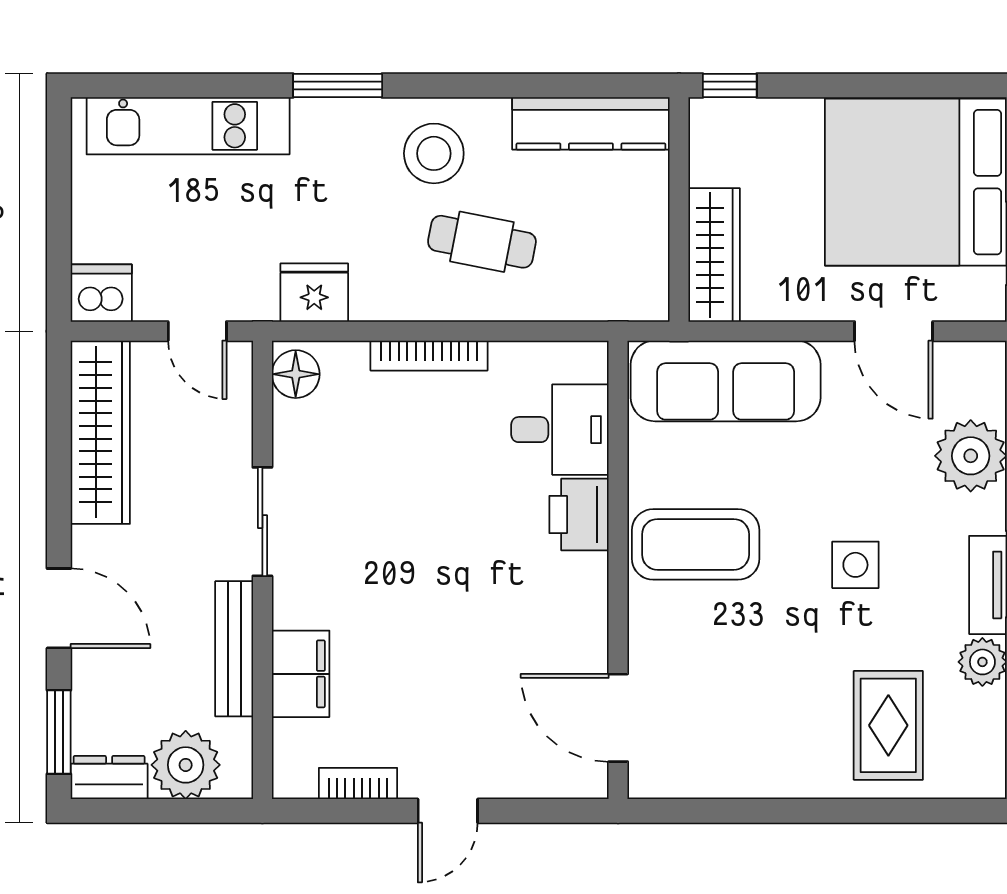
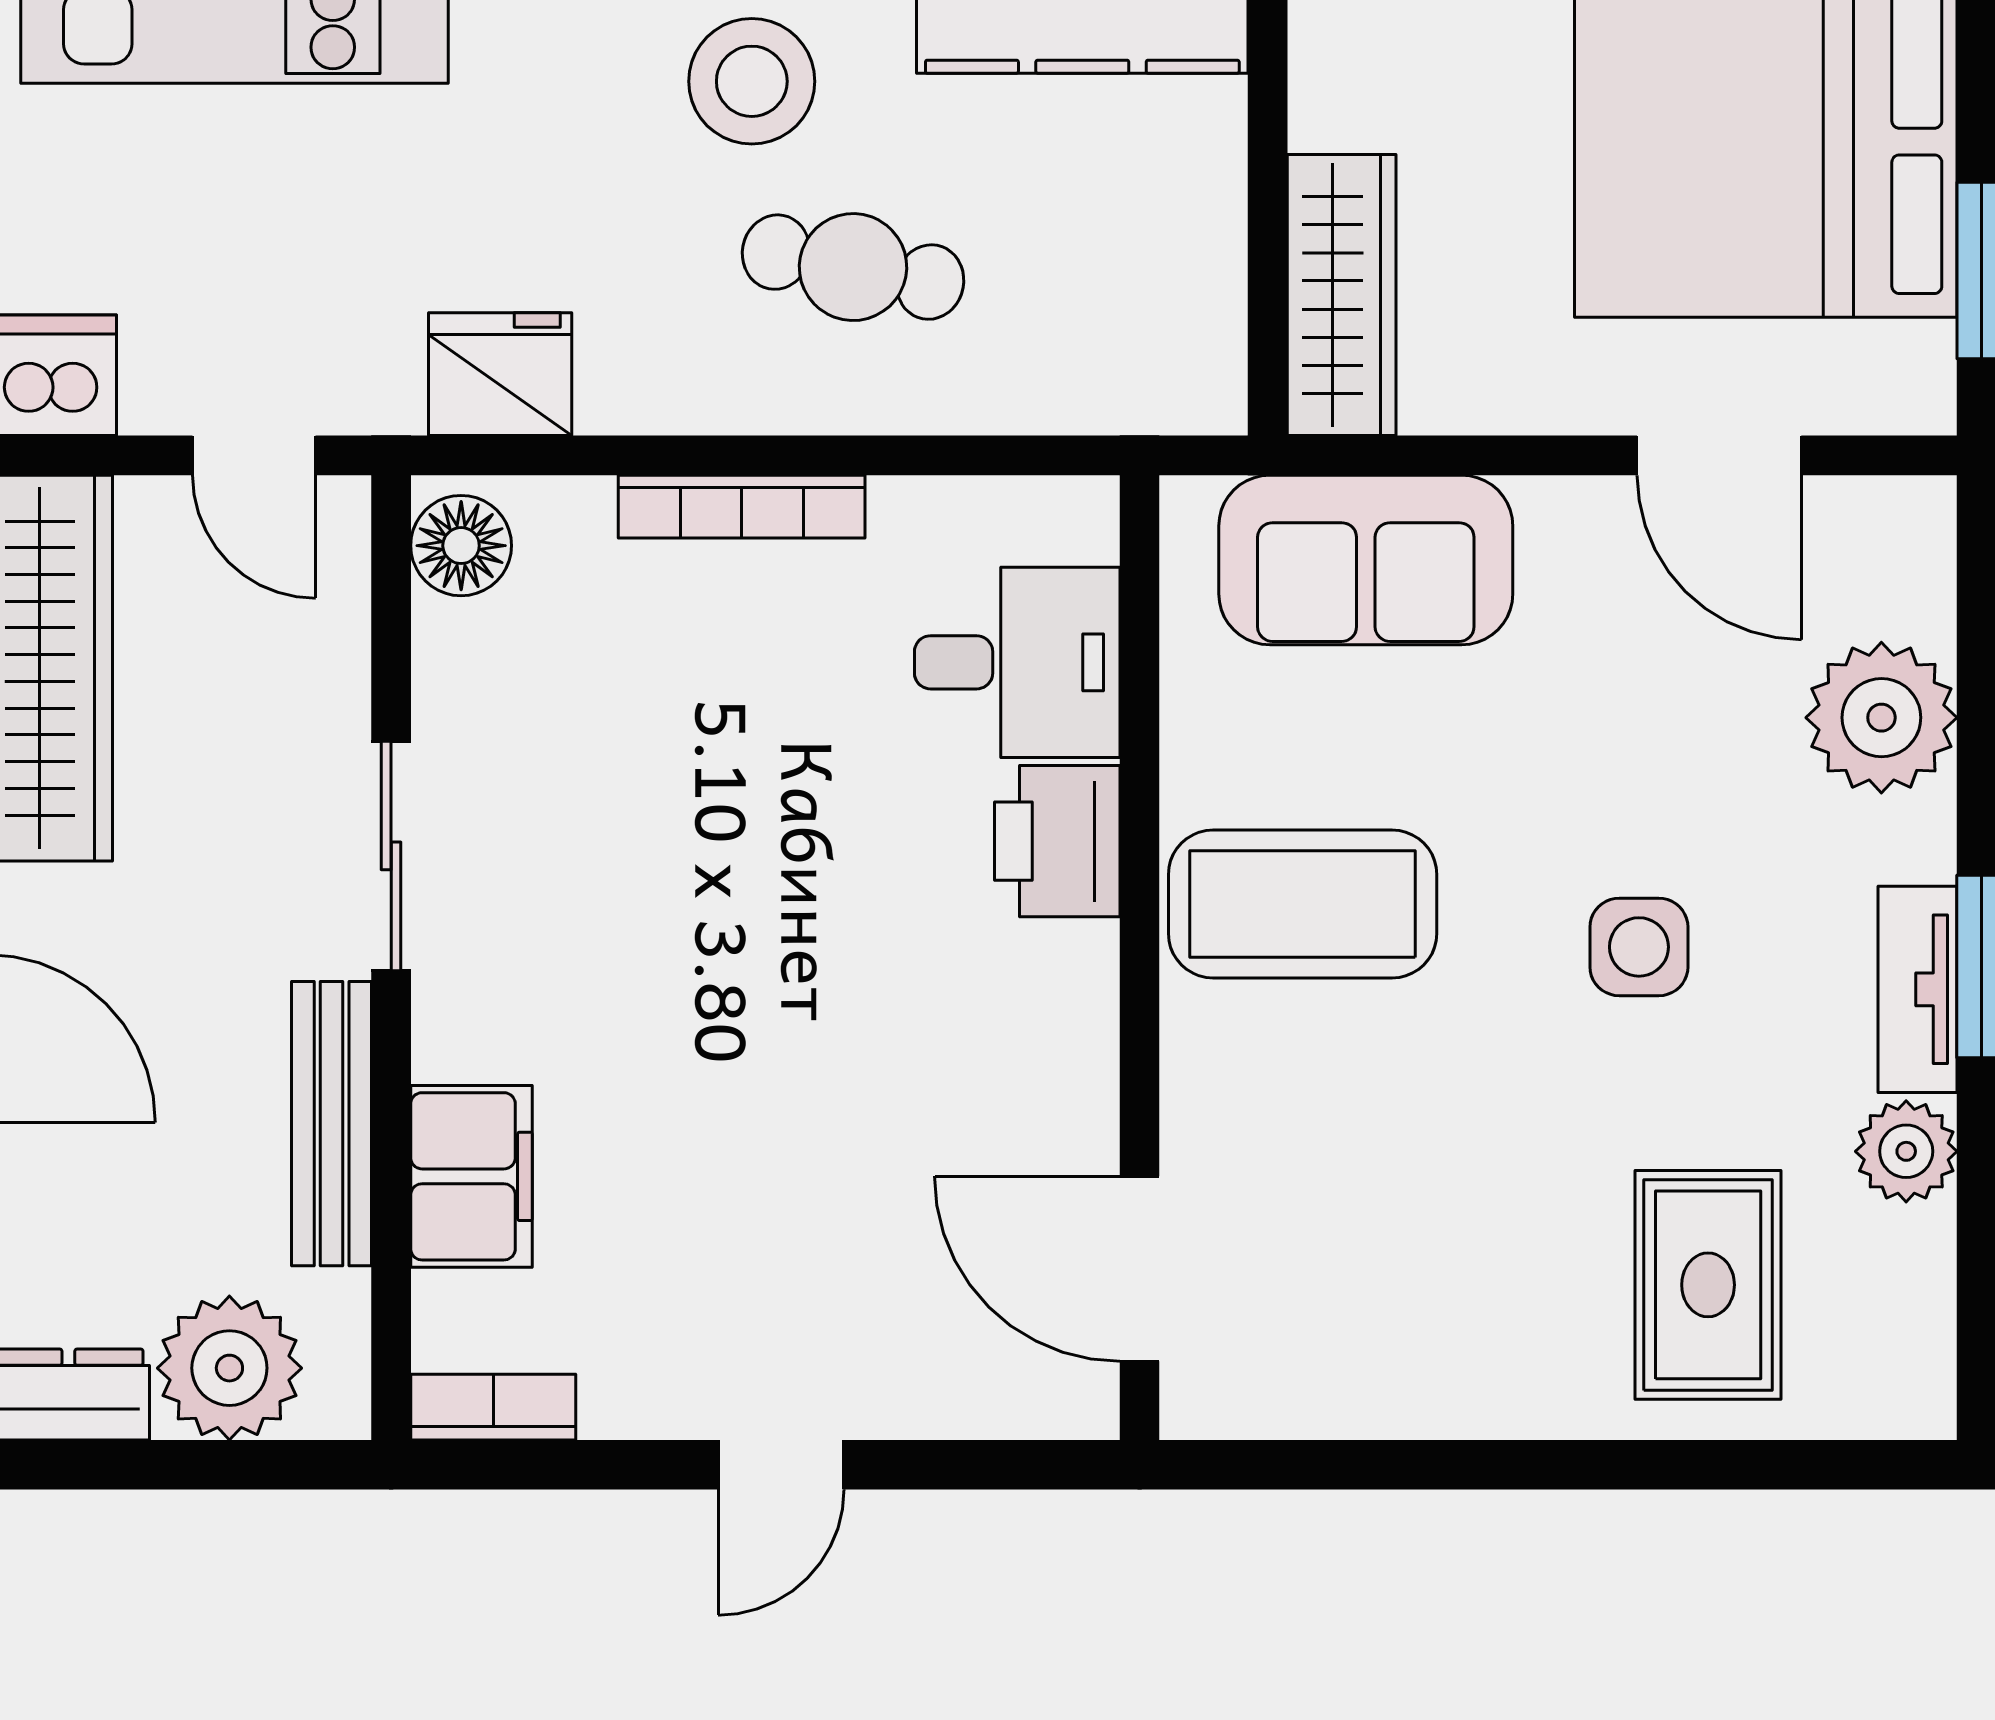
sofa: (726, 381) -> (1366, 560), width x0.73
bookcase: (358, 784) -> (493, 1407), moved

